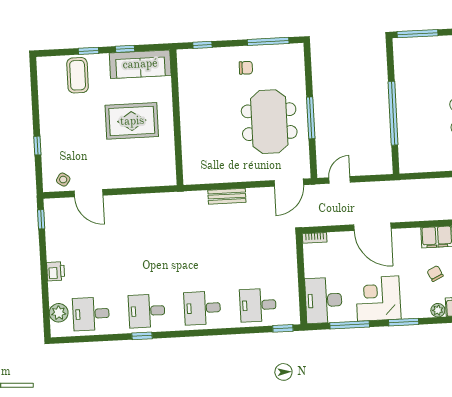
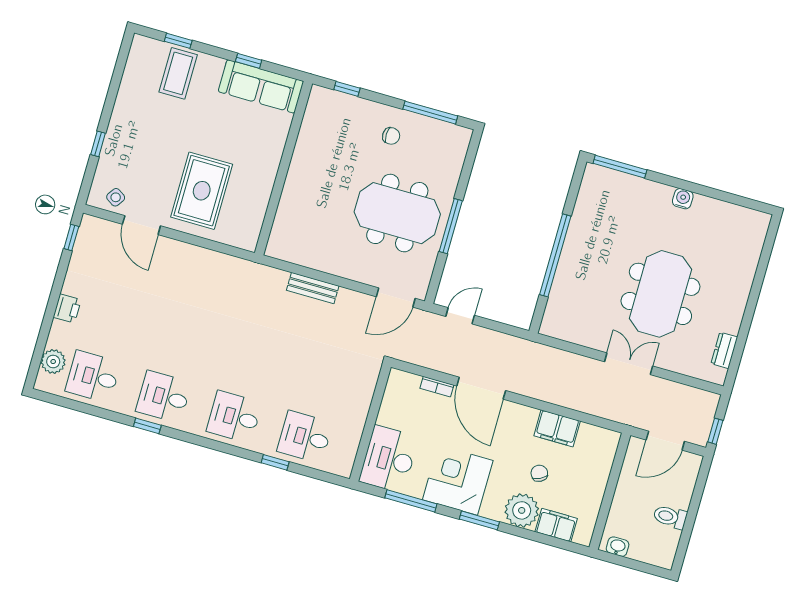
window: (89, 51) -> (178, 41), moved
rug: (132, 121) -> (202, 191), moved, turned 90
meeting table: (269, 122) -> (397, 213), turned 90
bookcase: (315, 238) -> (437, 387), moved
plant: (438, 310) -> (522, 510), width x1.87, depth x1.87
window: (283, 328) -> (275, 462), moved

